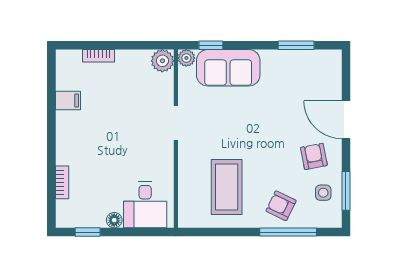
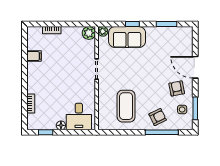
window: (211, 45) -> (132, 24), moved
armchair: (281, 206) -> (158, 117), turned 128

